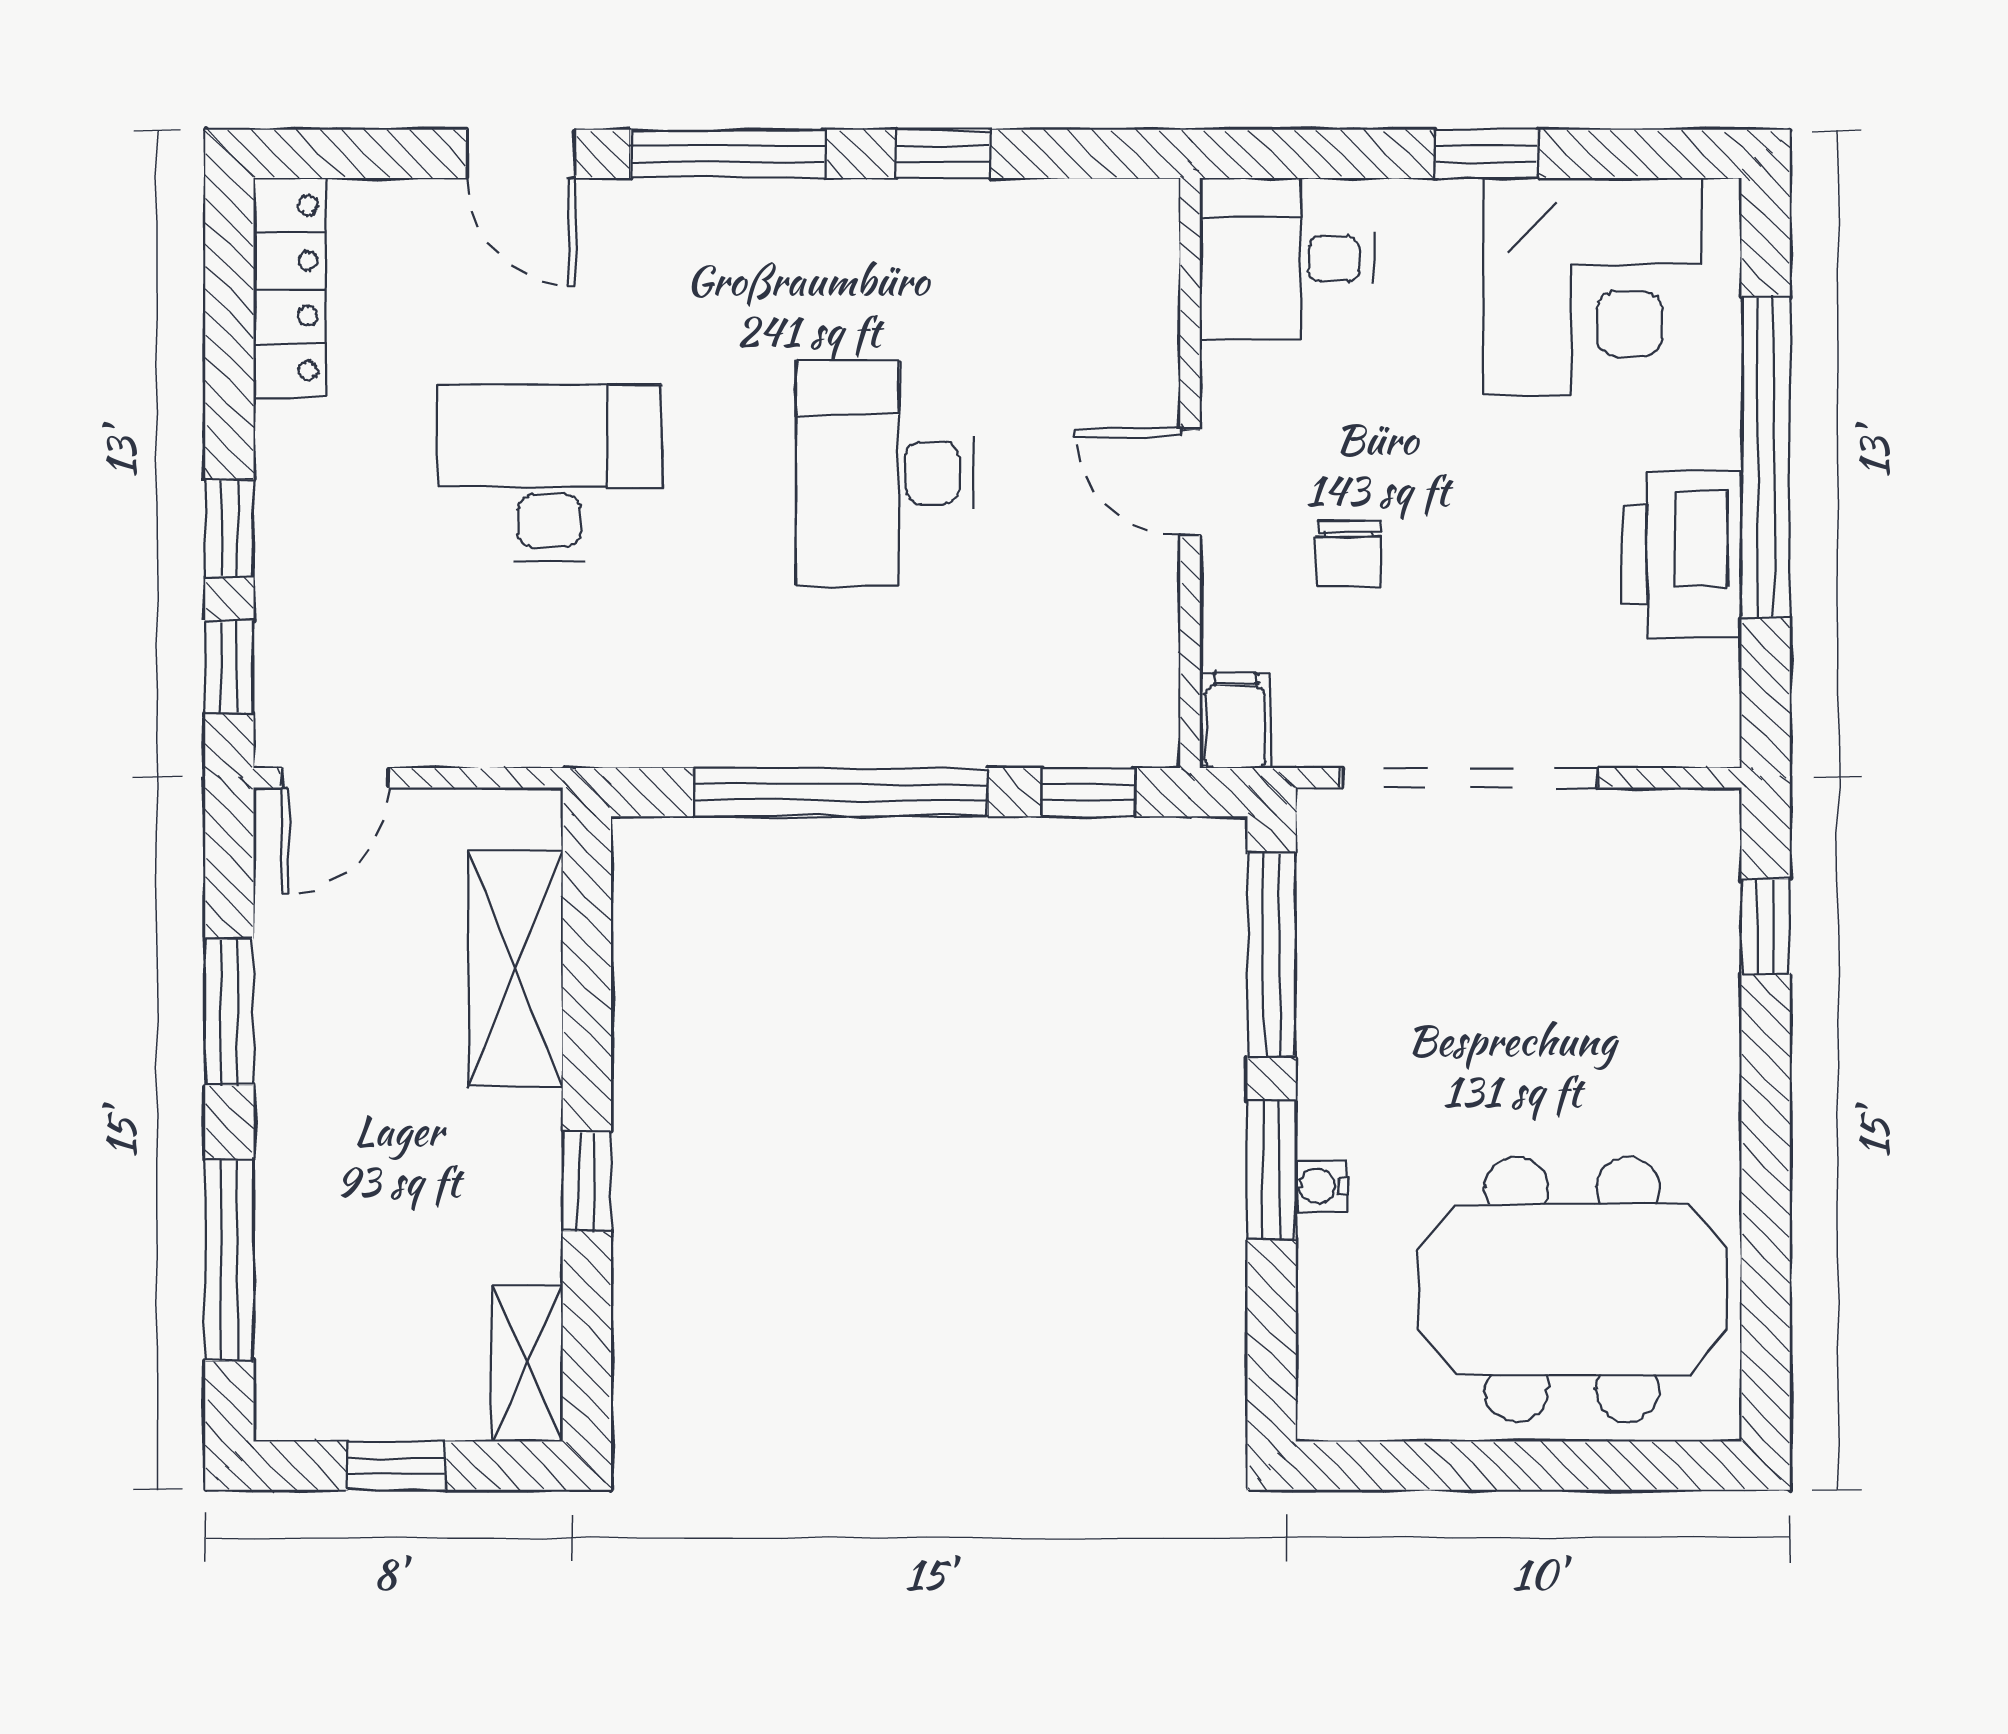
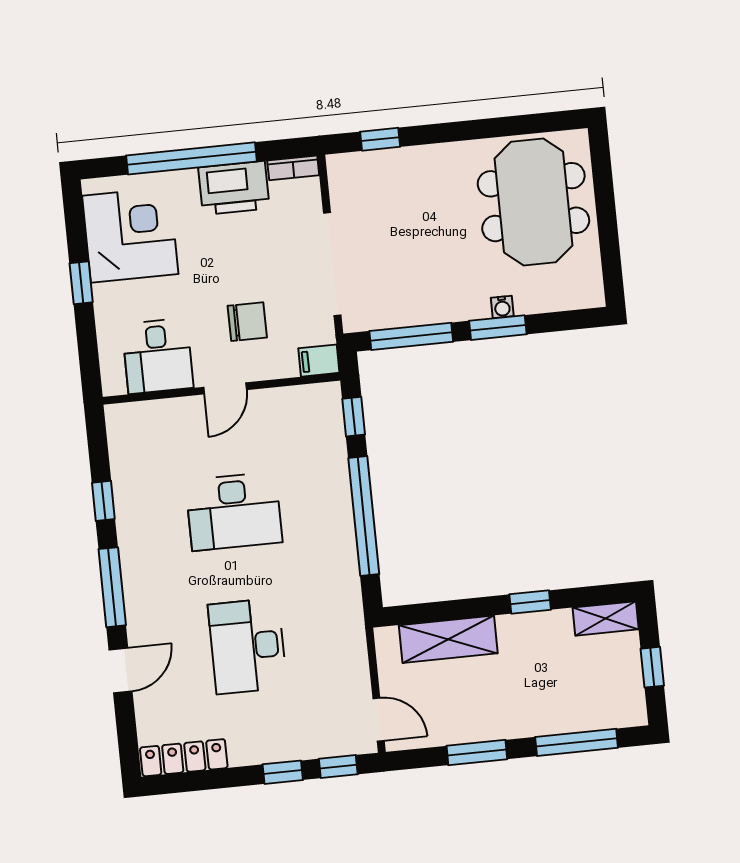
desk: (1287, 259) -> (158, 356), moved
chair: (1349, 554) -> (247, 322), width x1.37, depth x1.37
bookcase: (1717, 705) -> (293, 168), added

